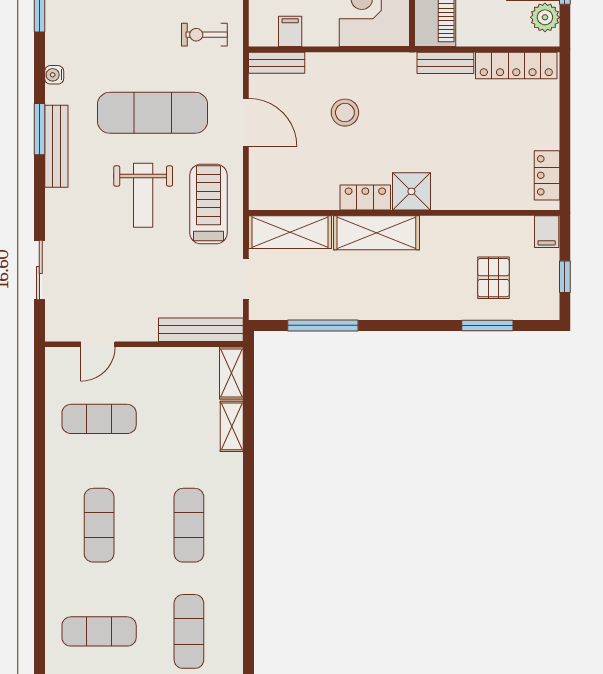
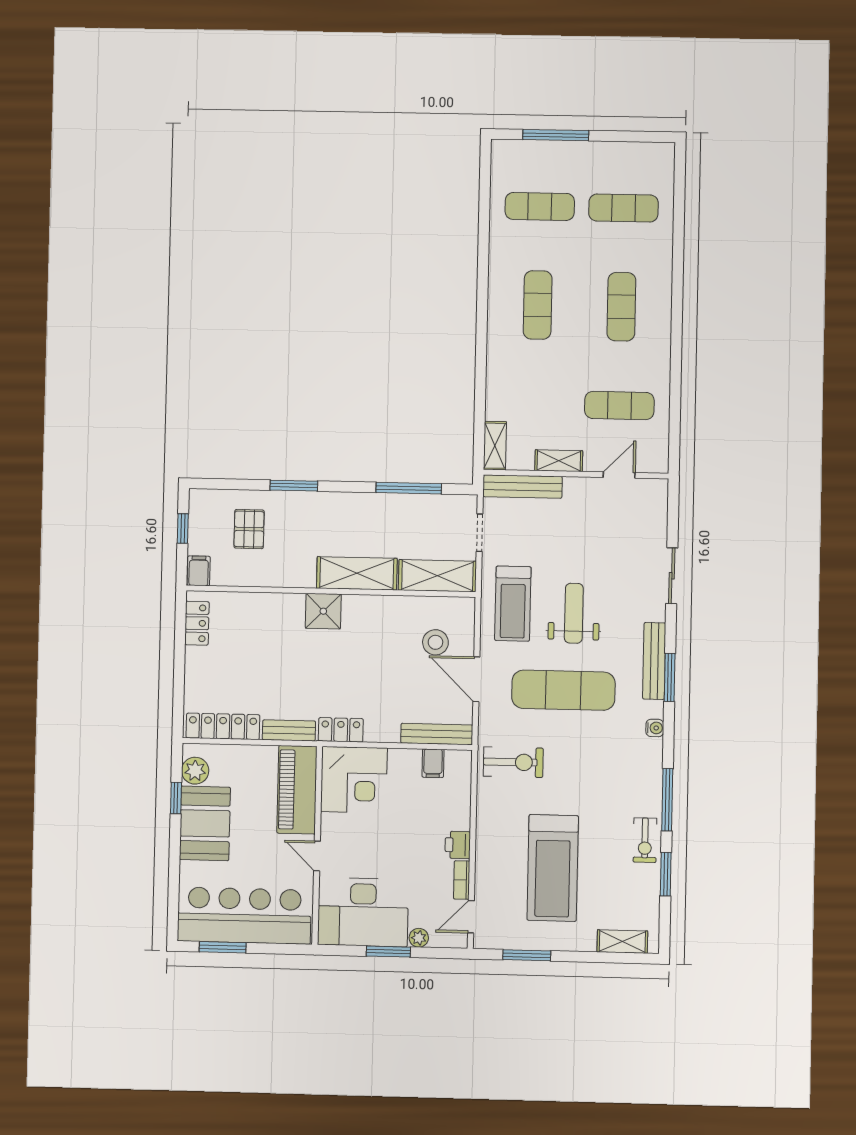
exercise bike: (204, 35) -> (513, 762), width x1.38, depth x1.39
bench: (277, 63) -> (437, 734), width x1.36
stool: (345, 113) -> (435, 642), moved
locker: (365, 198) -> (341, 730), moved, turned 180
sliding door: (39, 270) -> (672, 576), moved
window: (487, 325) -> (294, 486), moved
shelving: (232, 426) -> (559, 461), moved, turned 90
exercise mat: (189, 631) -> (540, 206), turned 90

